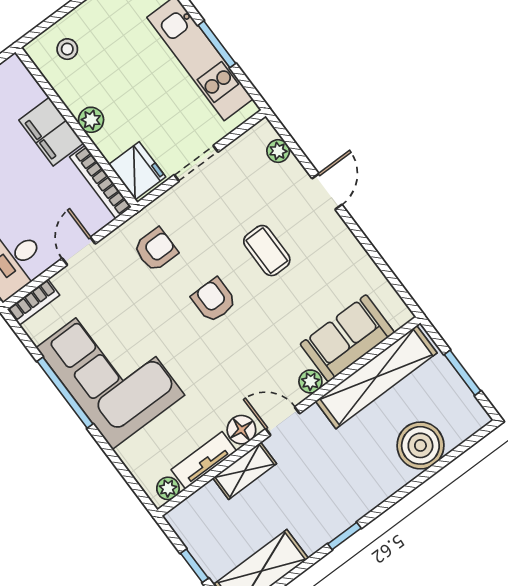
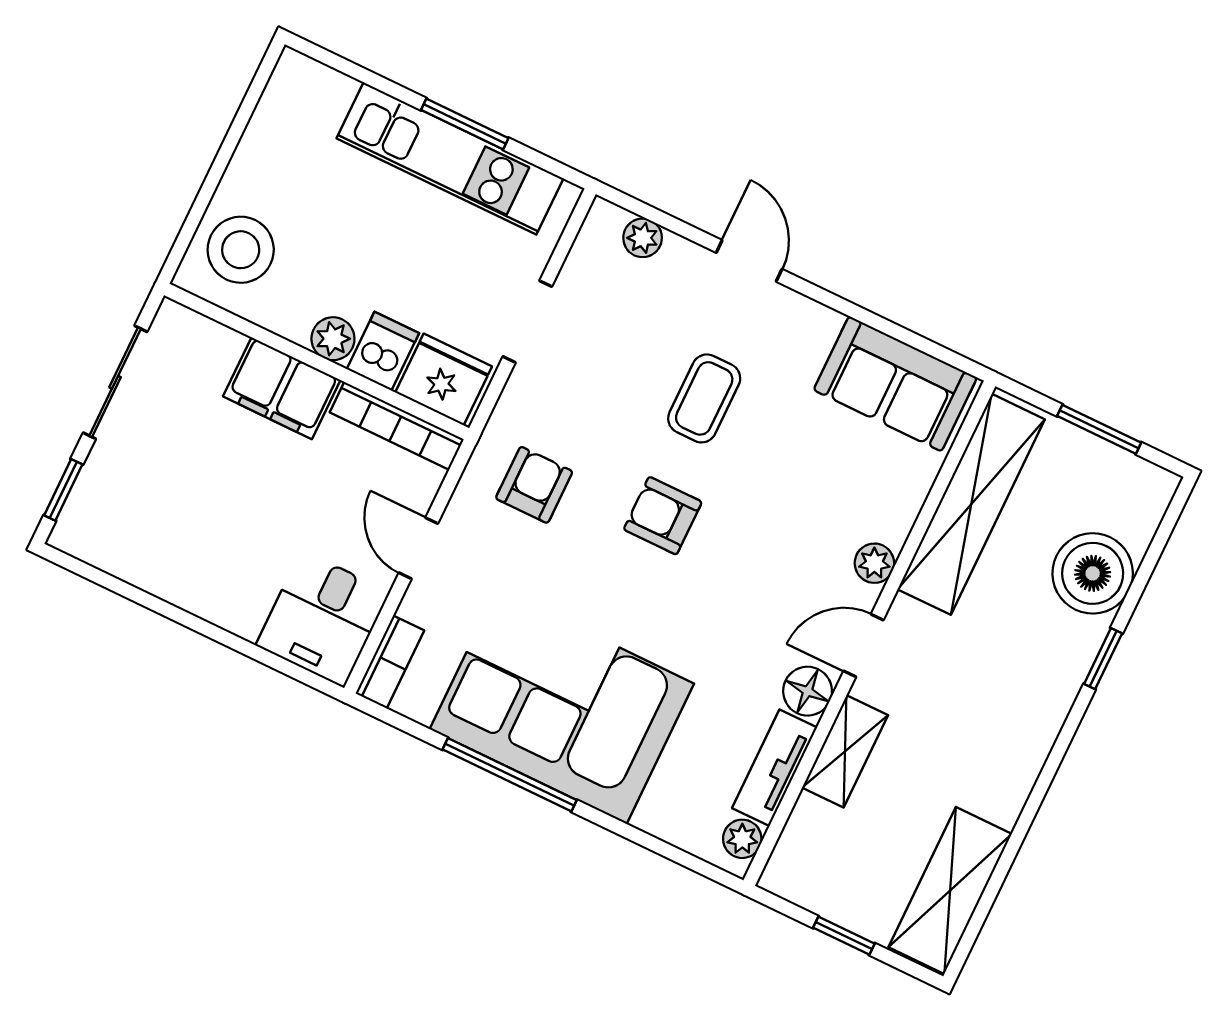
stool: (67, 49) -> (241, 250), width x1.89, depth x1.89
dishwasher: (114, 140) -> (383, 351), added
coffee table: (267, 251) -> (704, 398), turned 90
sofa: (347, 338) -> (895, 384), moved, turned -90
window: (344, 536) -> (1103, 659), moved

